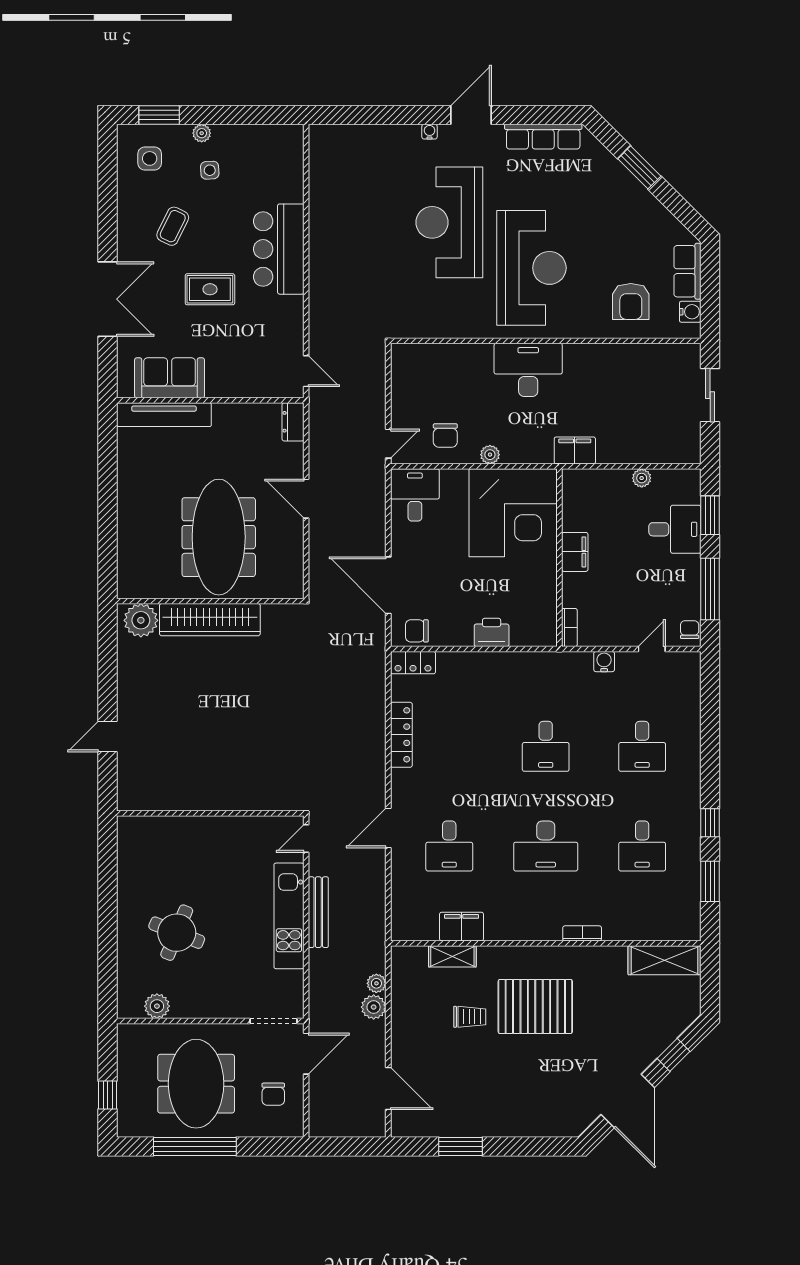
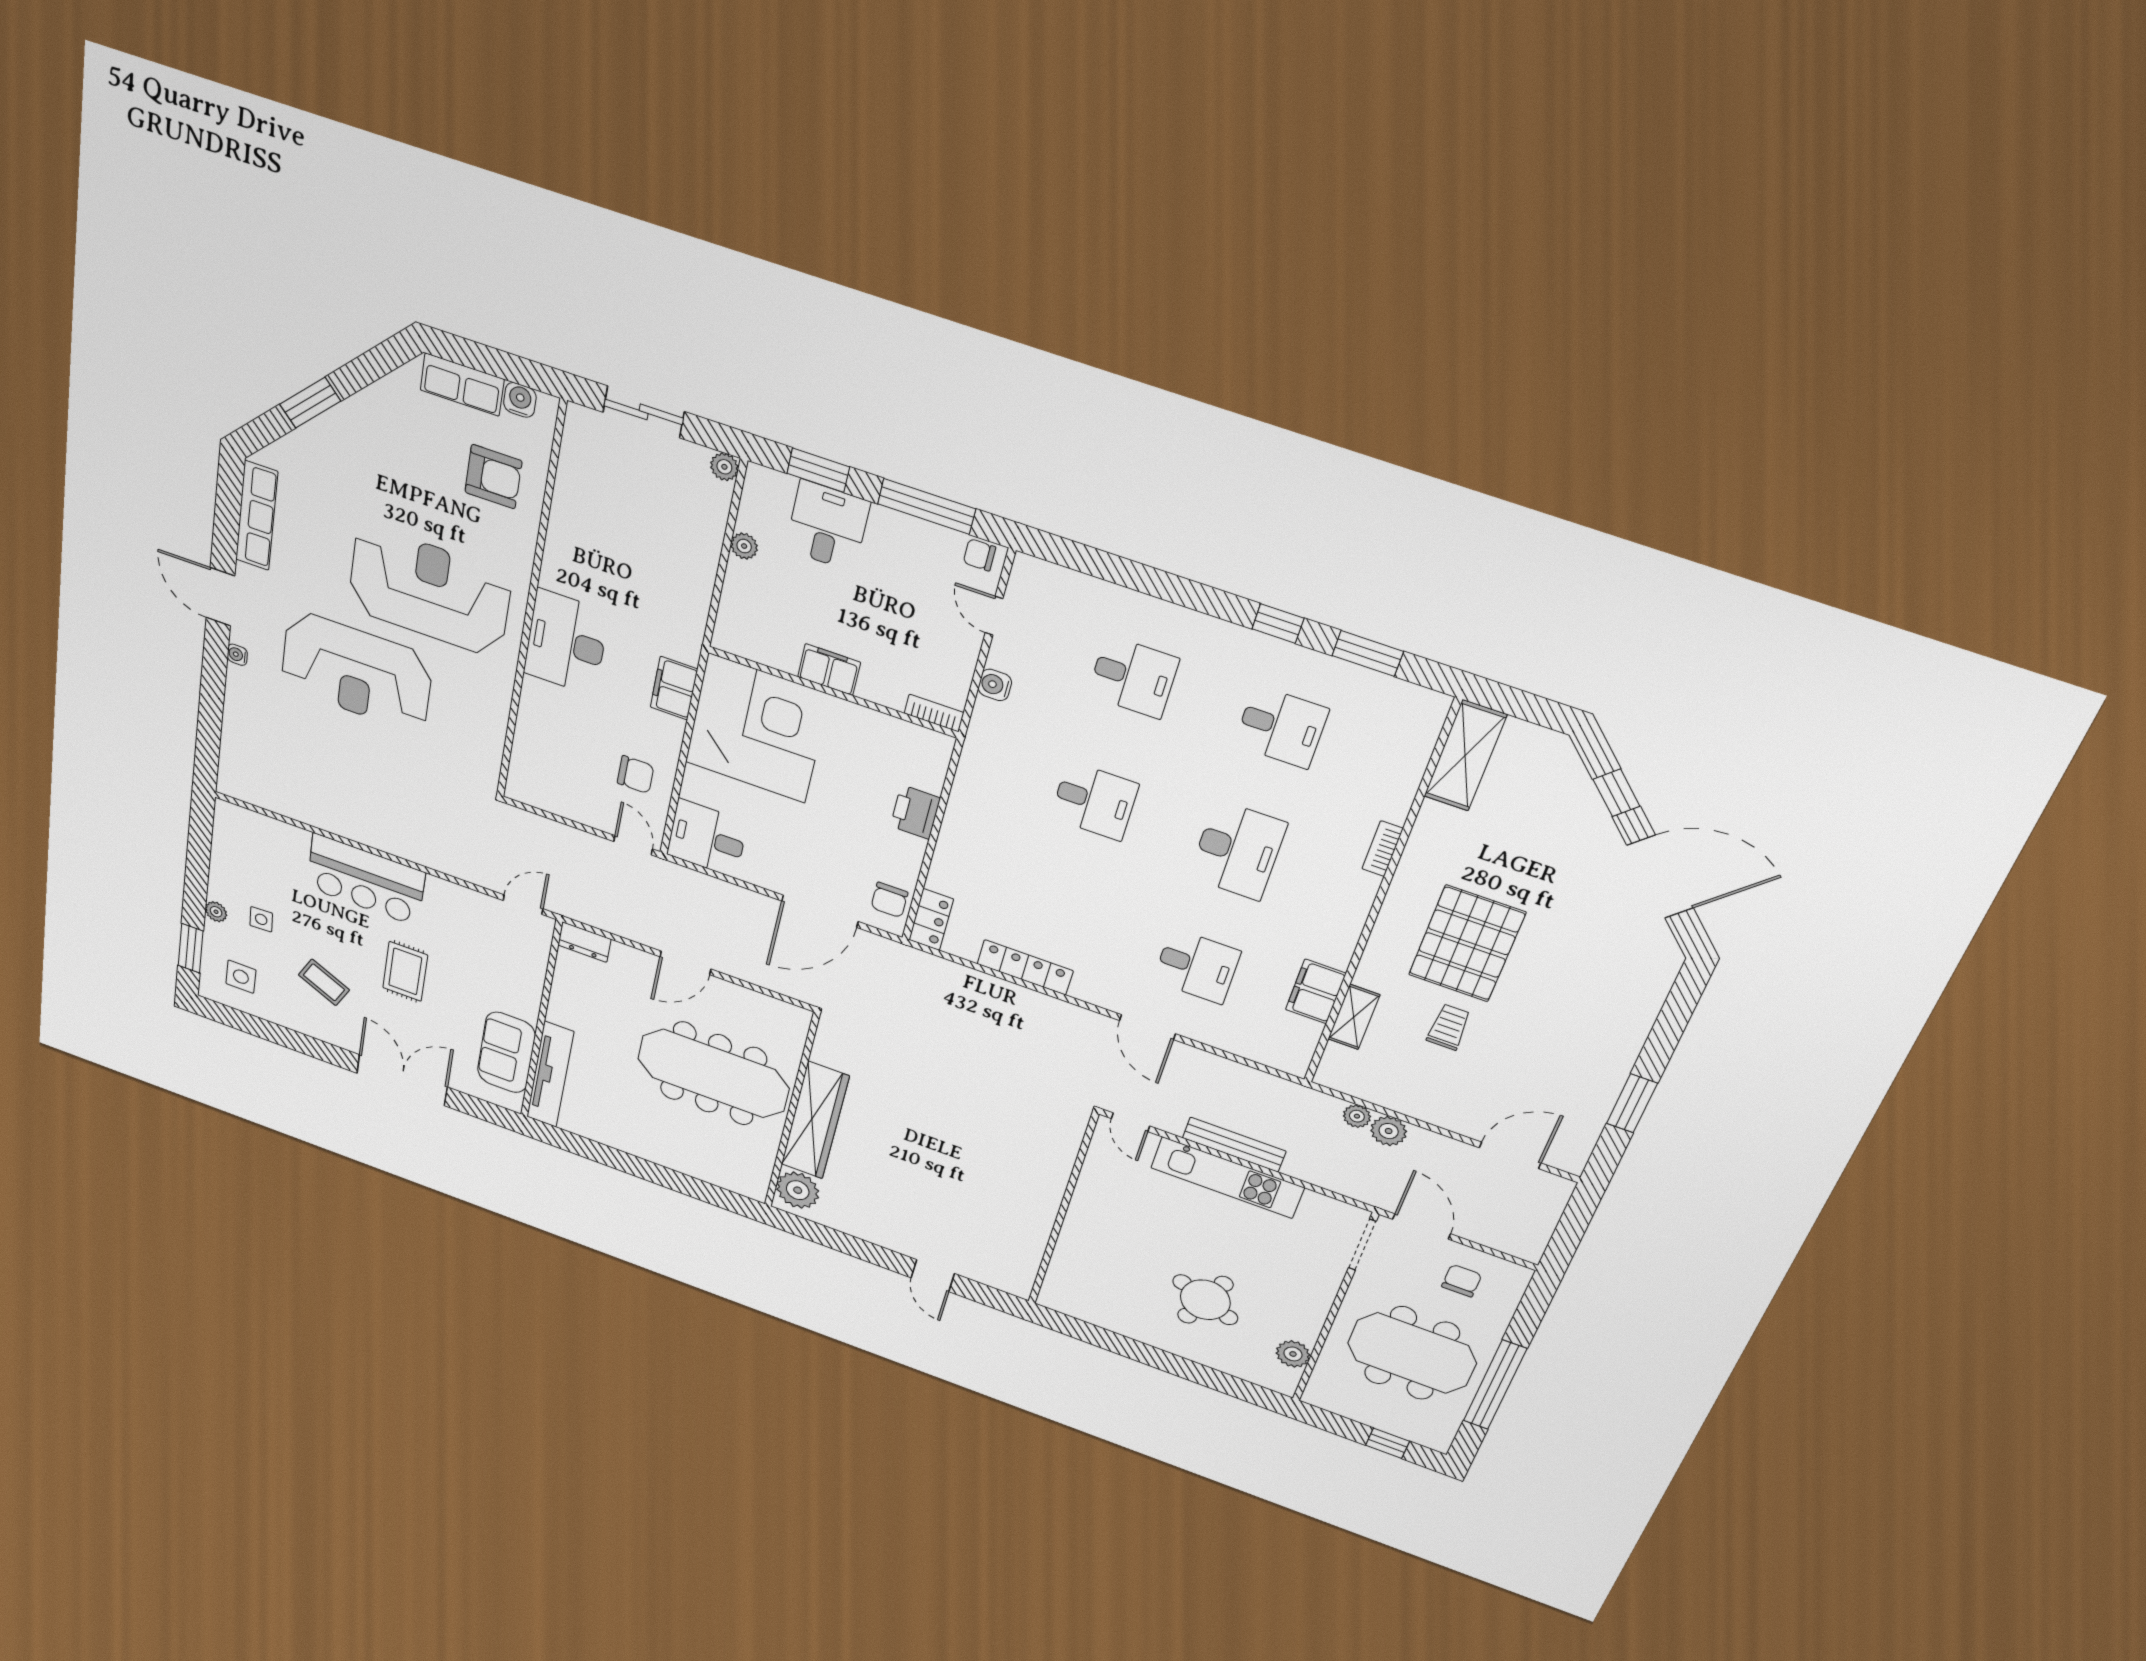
filing cabinet: (575, 450) -> (674, 688), moved
plant: (490, 455) -> (724, 467), moved
chair: (273, 1094) -> (1462, 1281), turned -90

